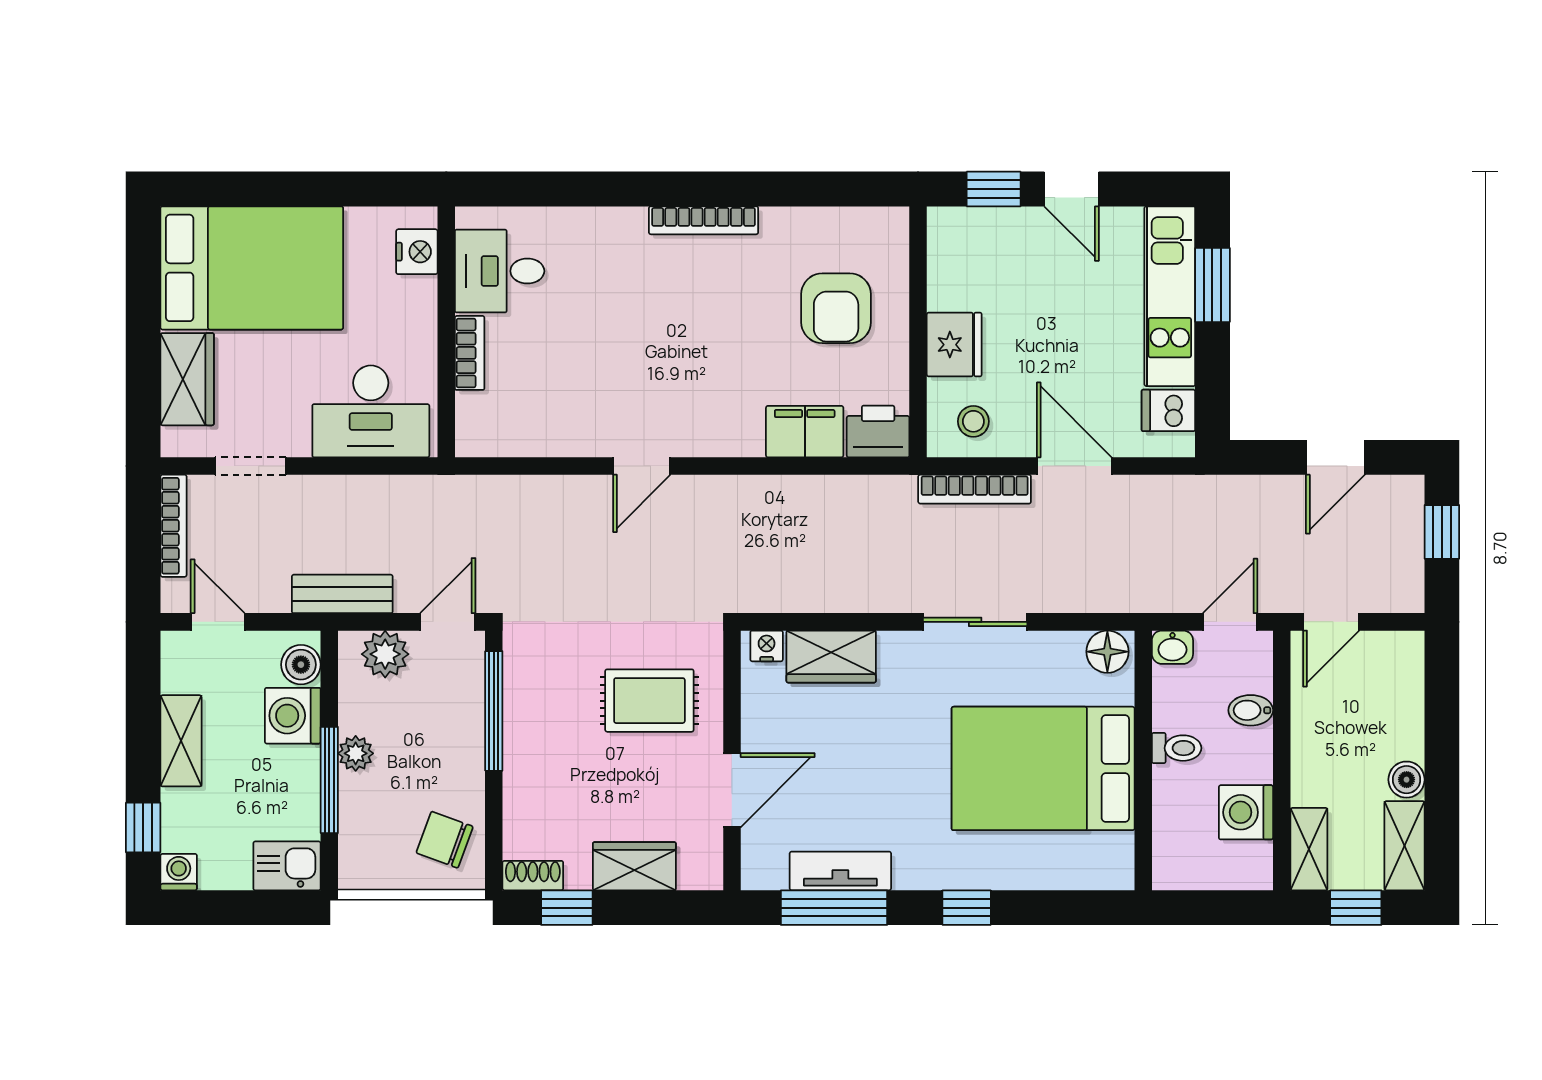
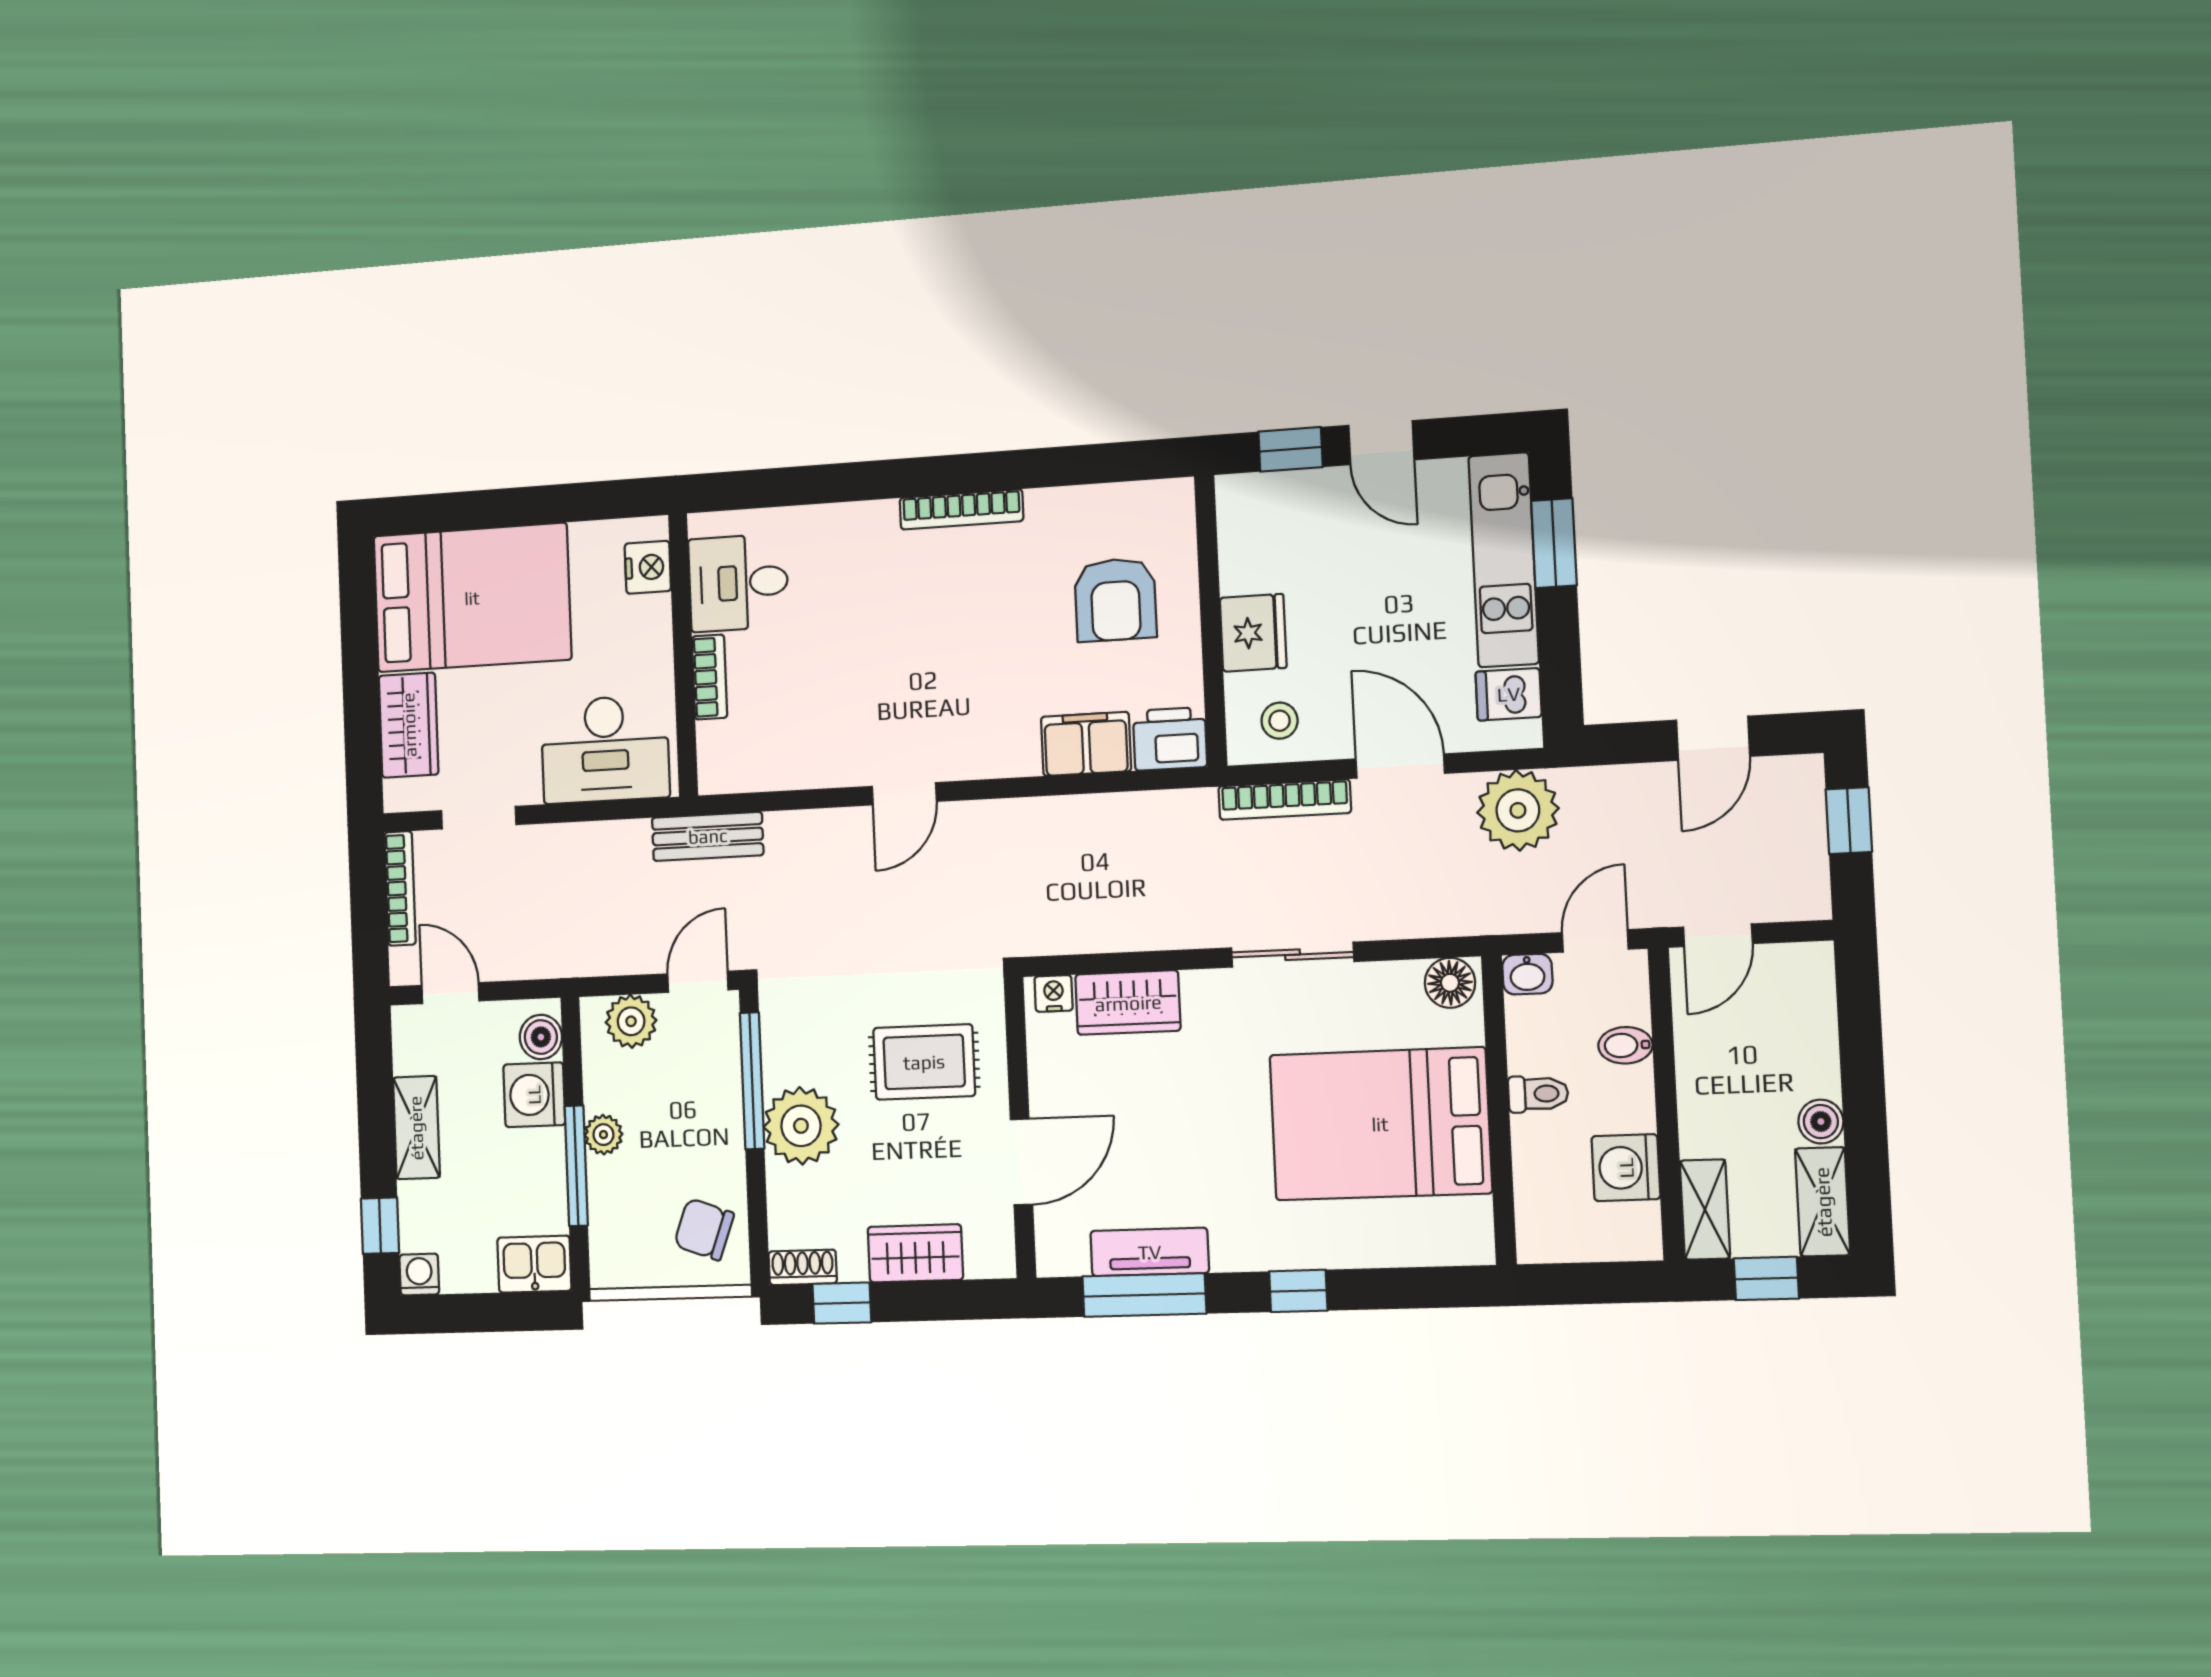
plant: (1171, 509) -> (1518, 810), added
bench: (342, 594) -> (708, 836), moved
plant: (537, 752) -> (801, 1126), added

